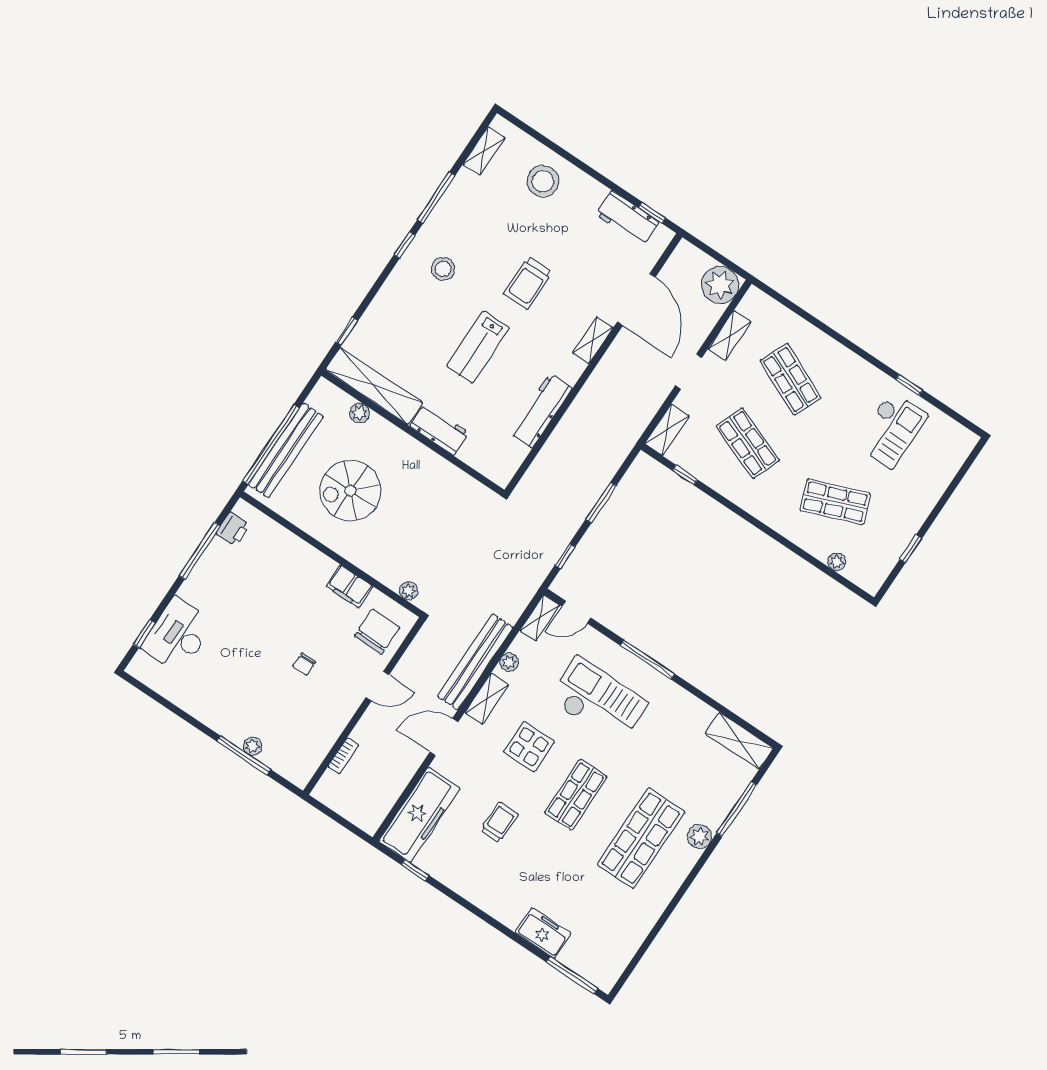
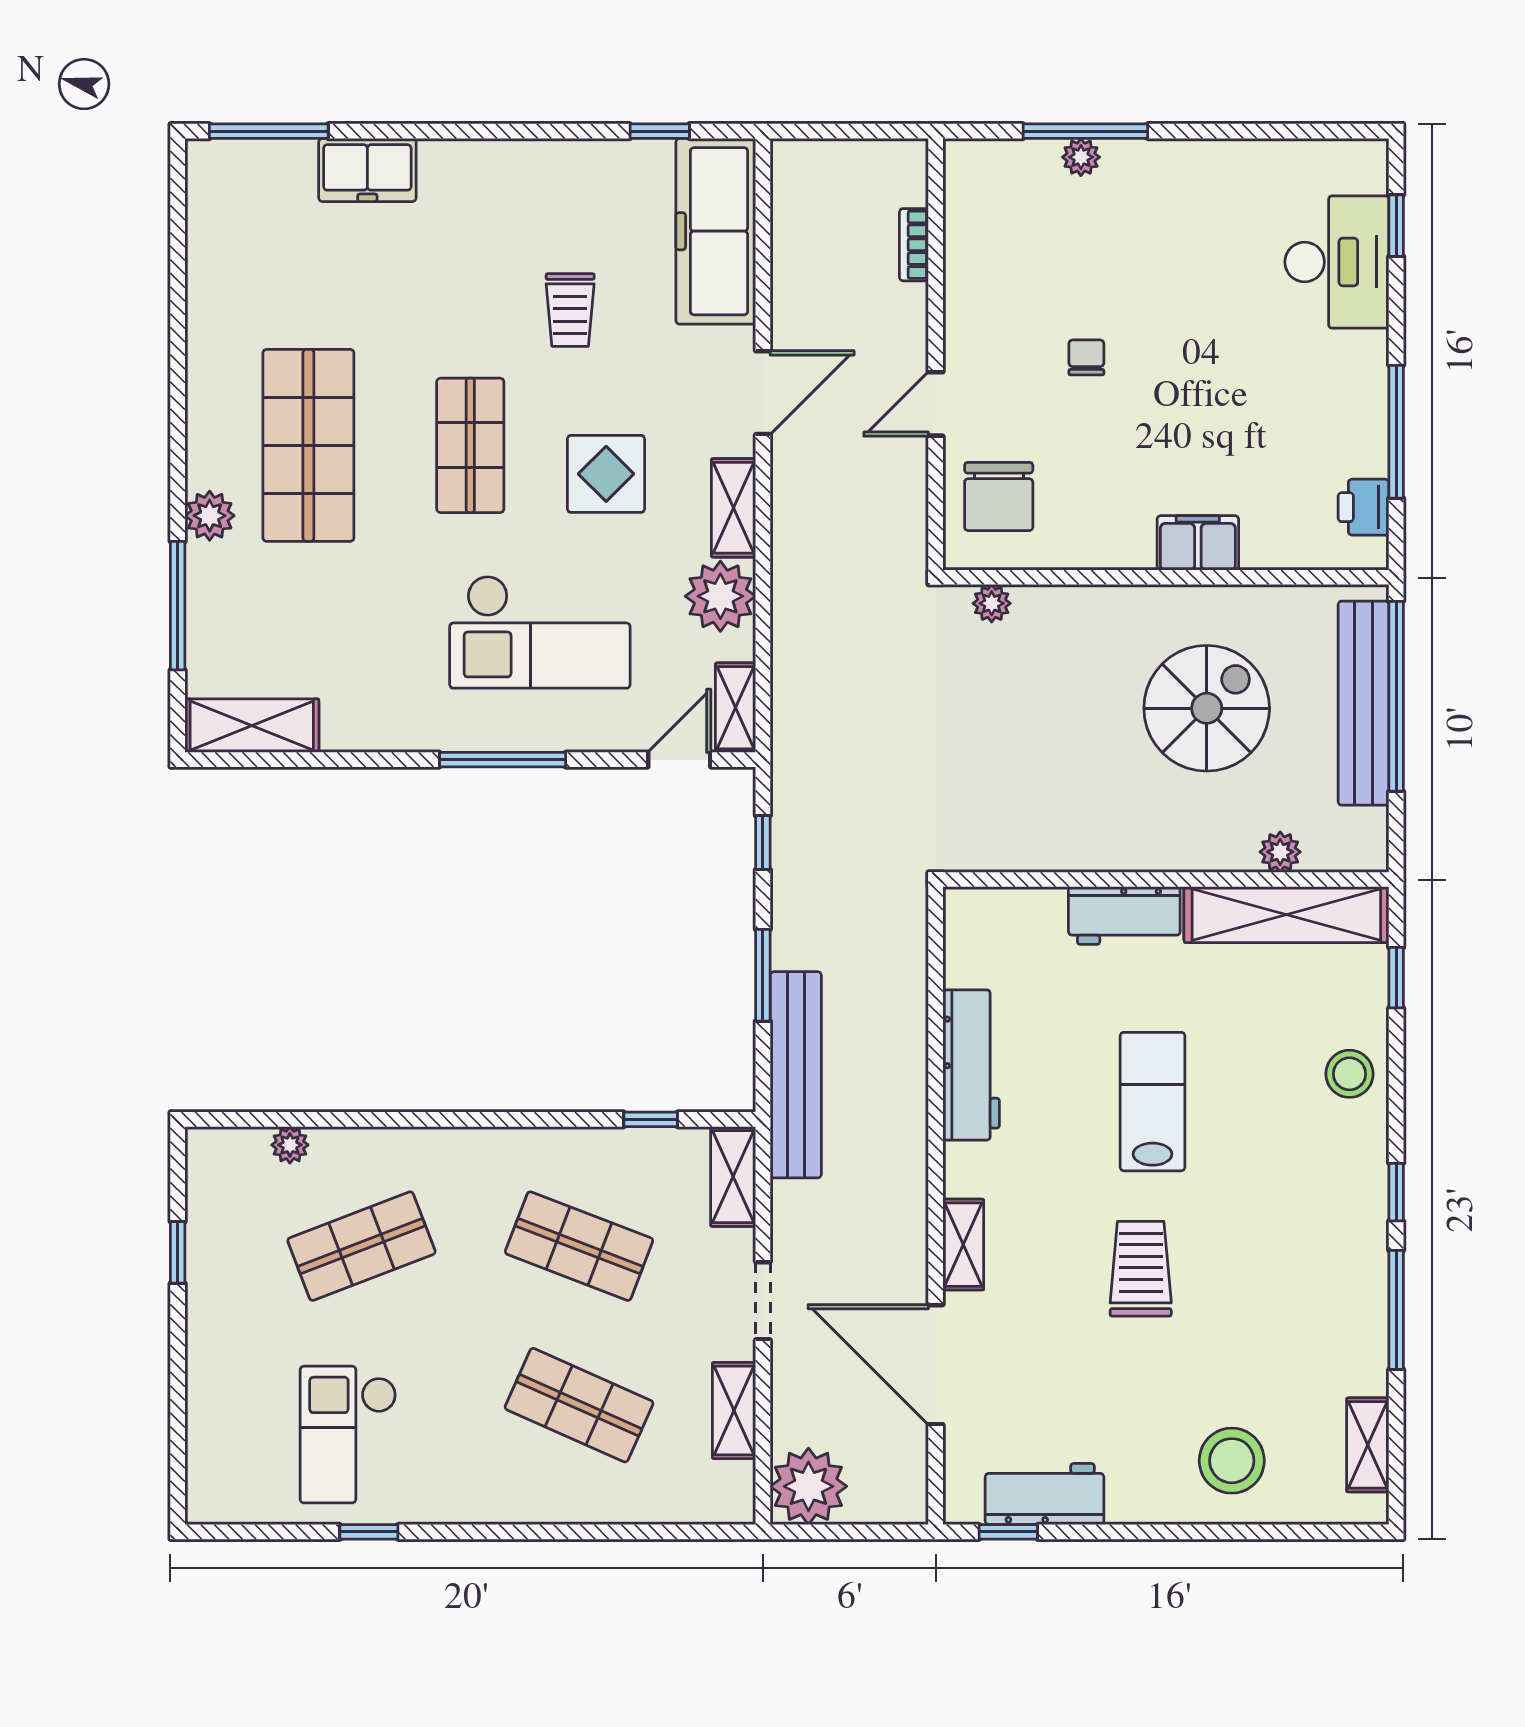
stool: (443, 269) -> (1350, 1074), moved
filing cabinet: (349, 586) -> (1198, 543), moved
bench: (475, 662) -> (796, 1075), moved
plant: (509, 662) -> (720, 596), width x1.88, depth x1.88

